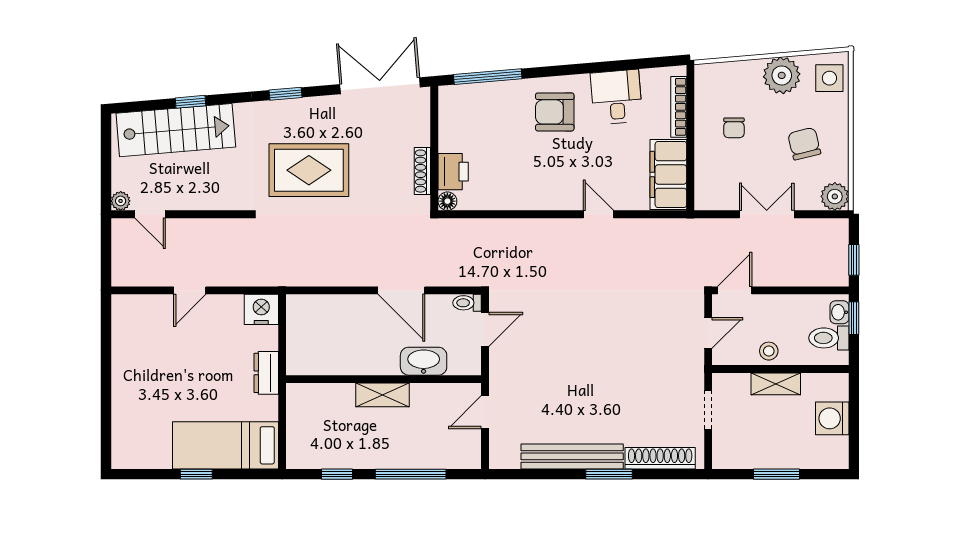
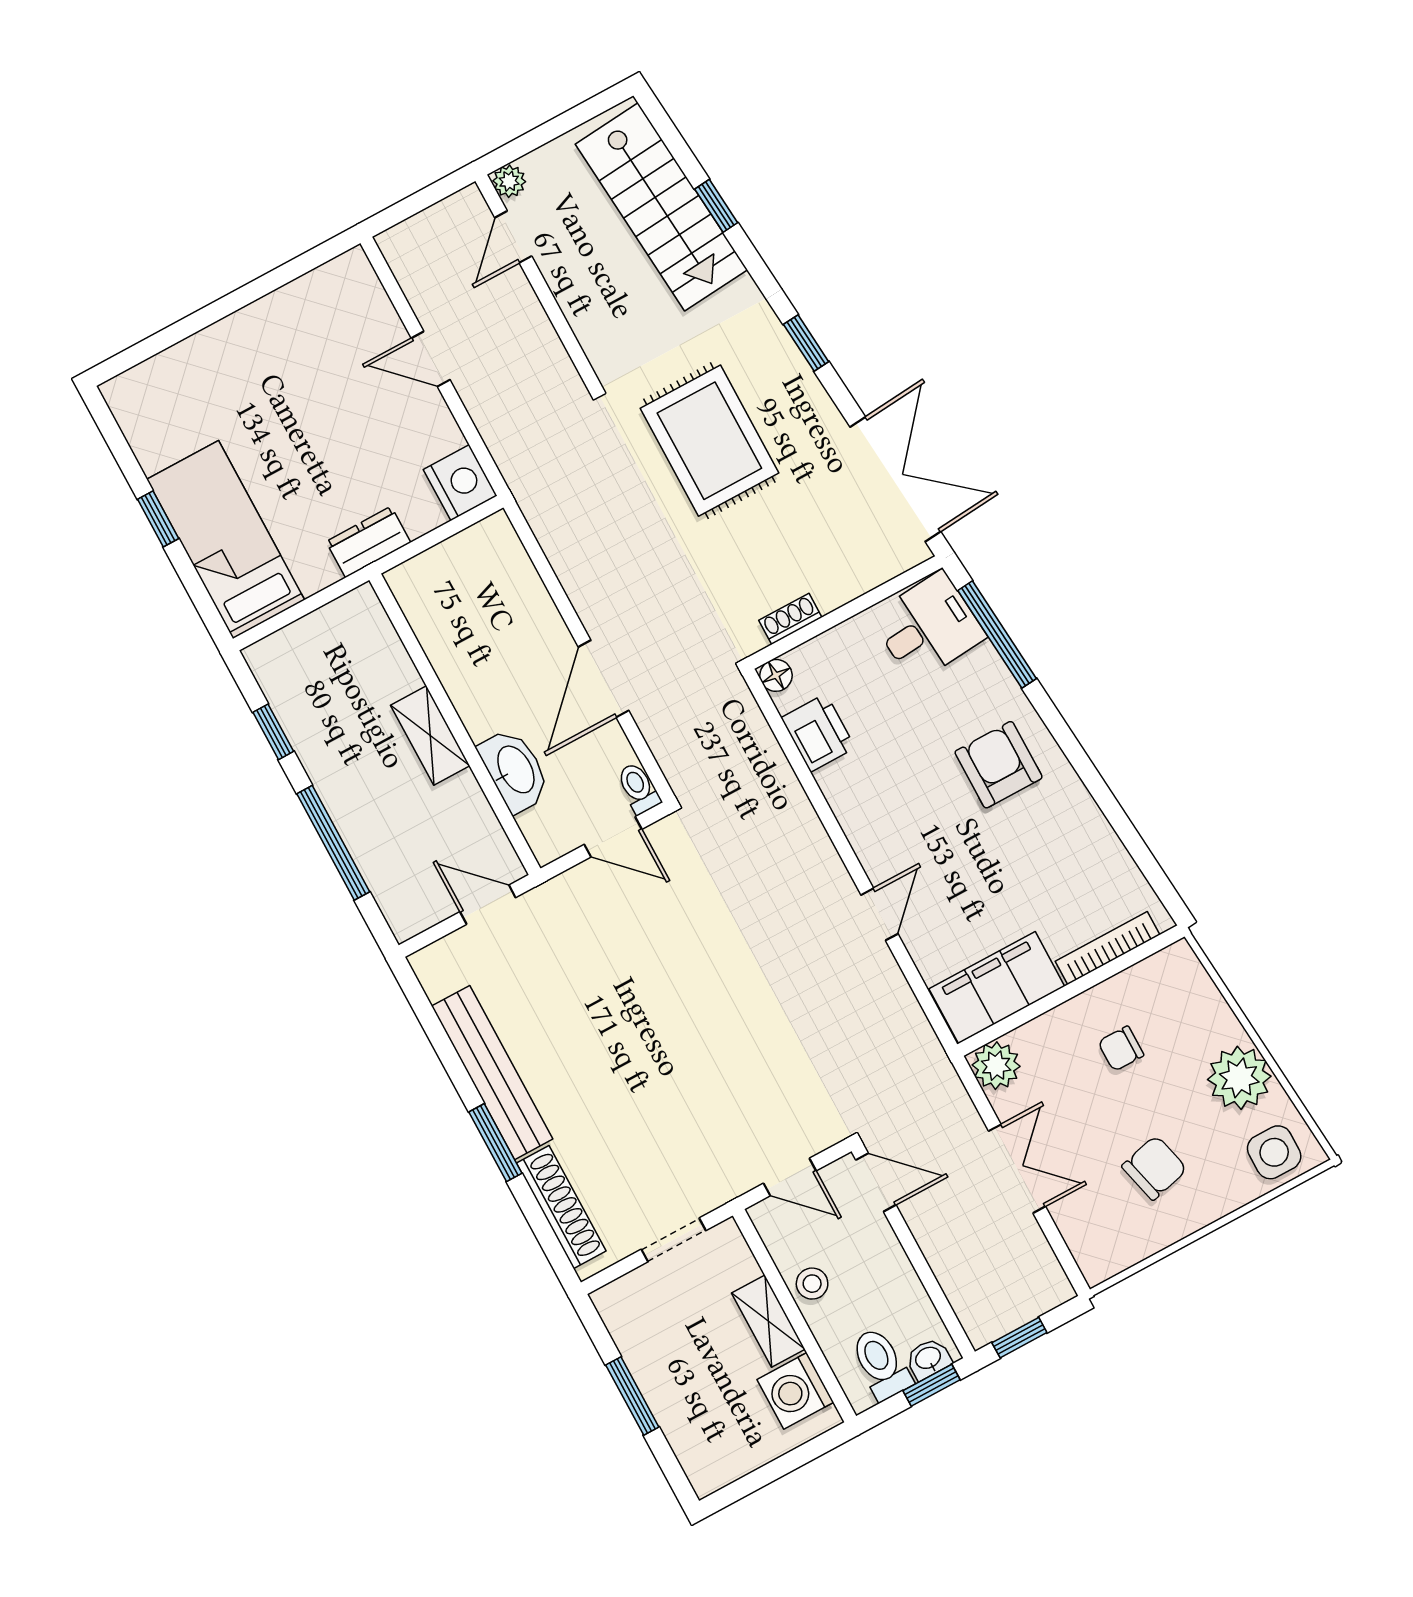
desk: (616, 97) -> (928, 627), moved
shoe rack: (422, 171) -> (790, 619), width x0.70
printer: (453, 172) -> (818, 733), moved, turned -90
plant: (835, 196) -> (996, 1066), moved
washing machine: (832, 418) -> (795, 1391), moved, turned -90

